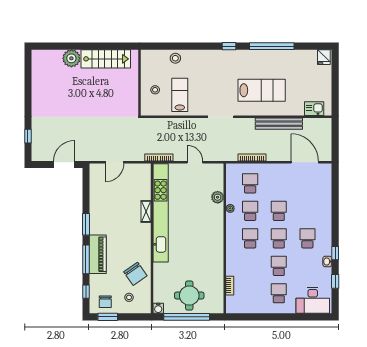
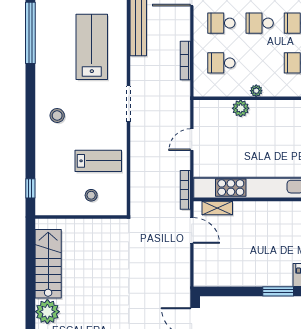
window: (229, 46) -> (30, 188), moved
stool: (175, 58) -> (57, 115), moved
lab bench: (180, 95) -> (98, 161), turned 180
door: (114, 162) -> (192, 230), moved
shelving: (146, 211) -> (217, 208), moved
school desk: (250, 211) -> (221, 23), moved

